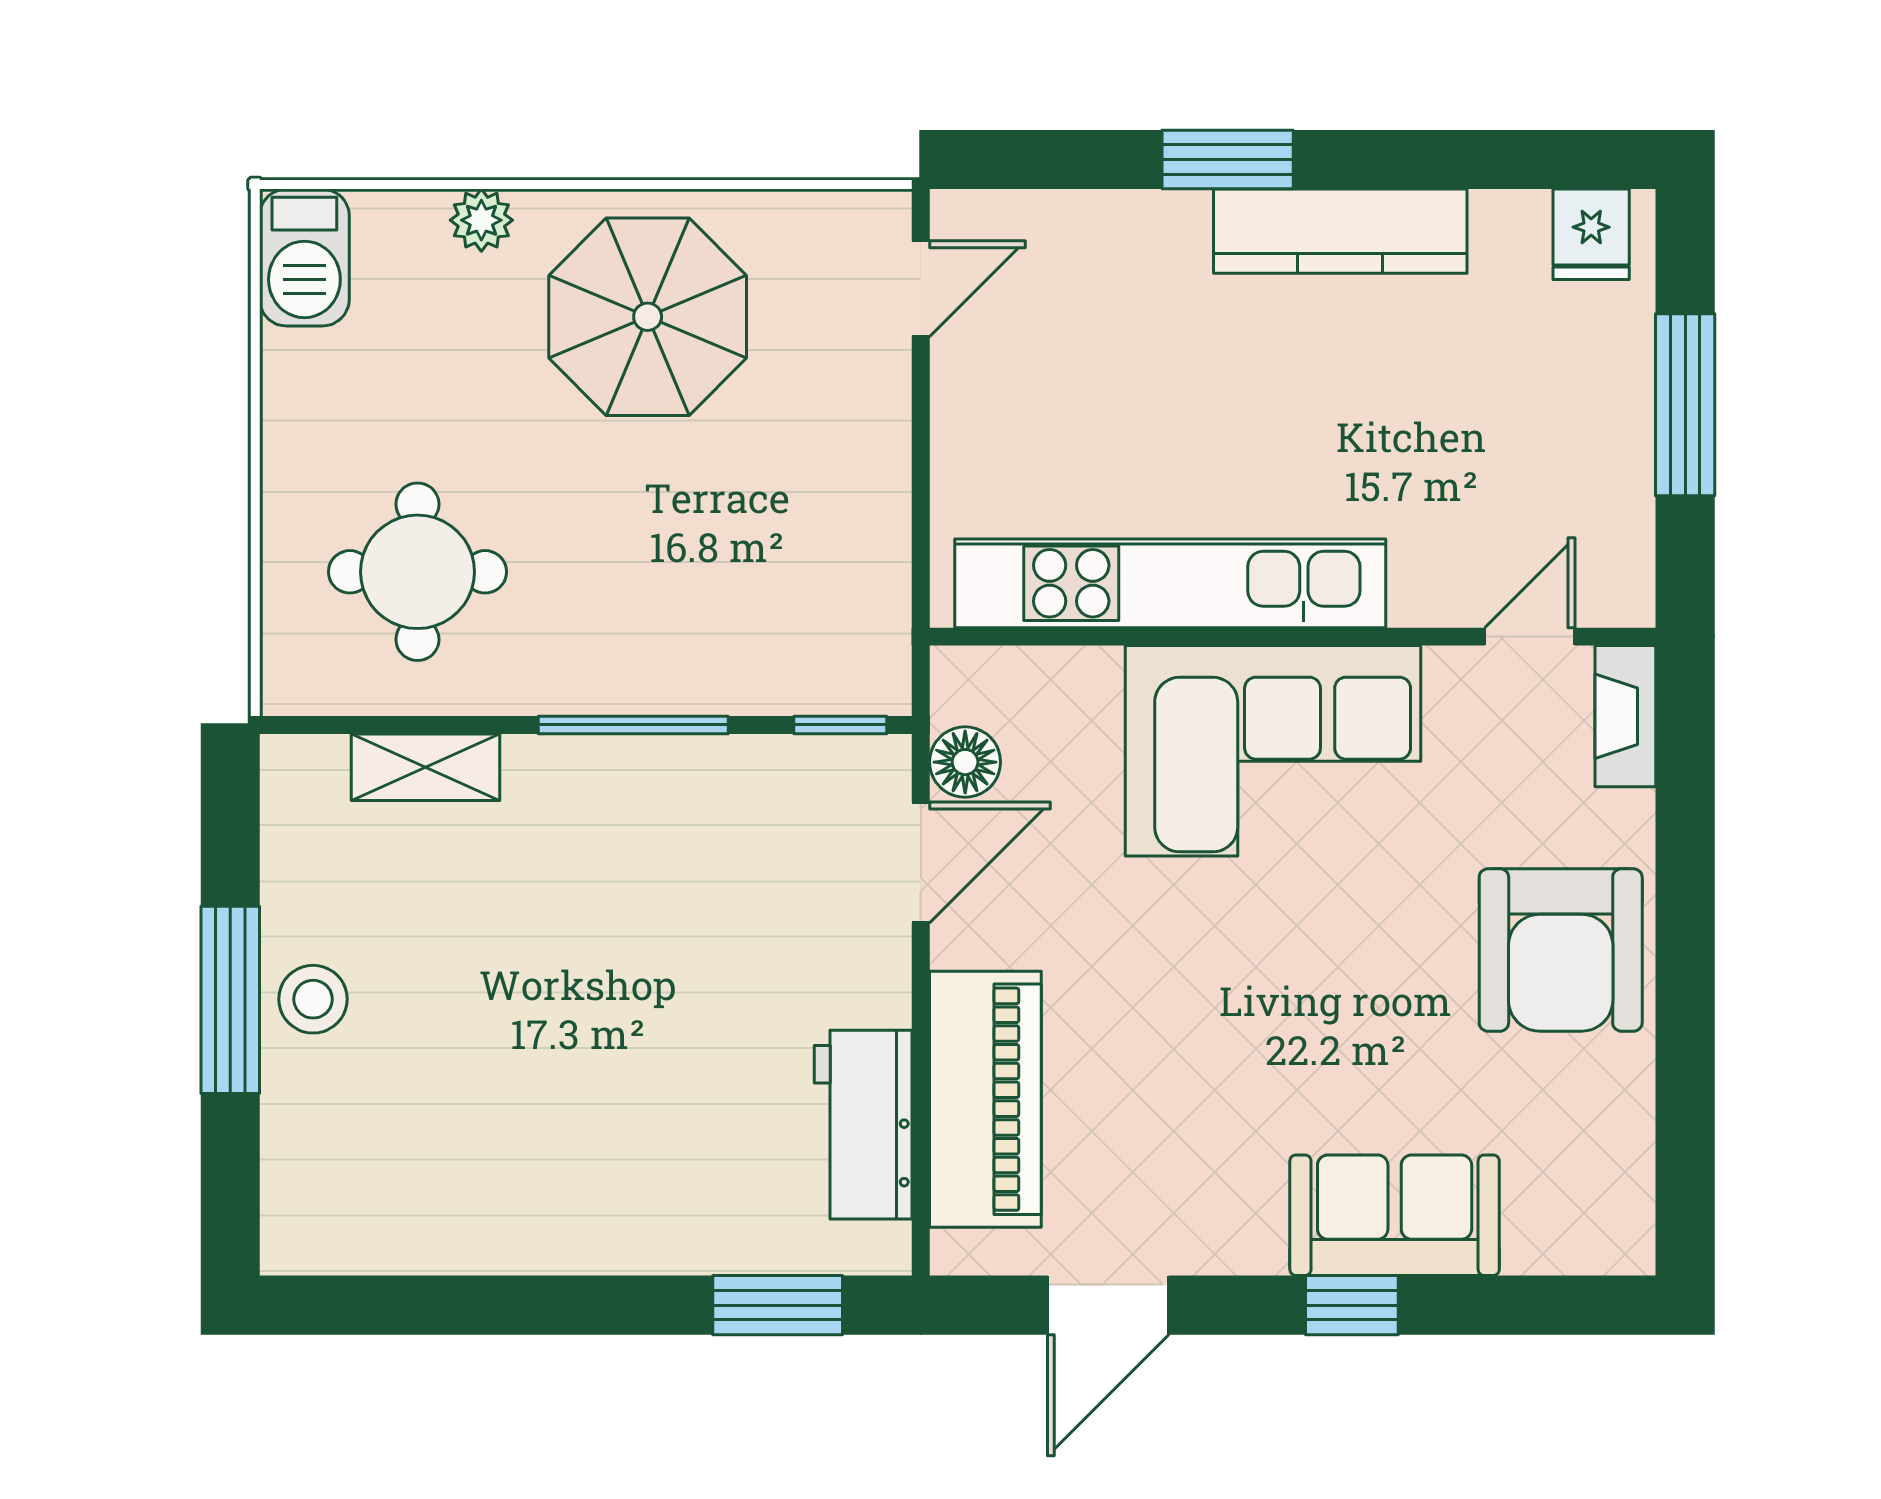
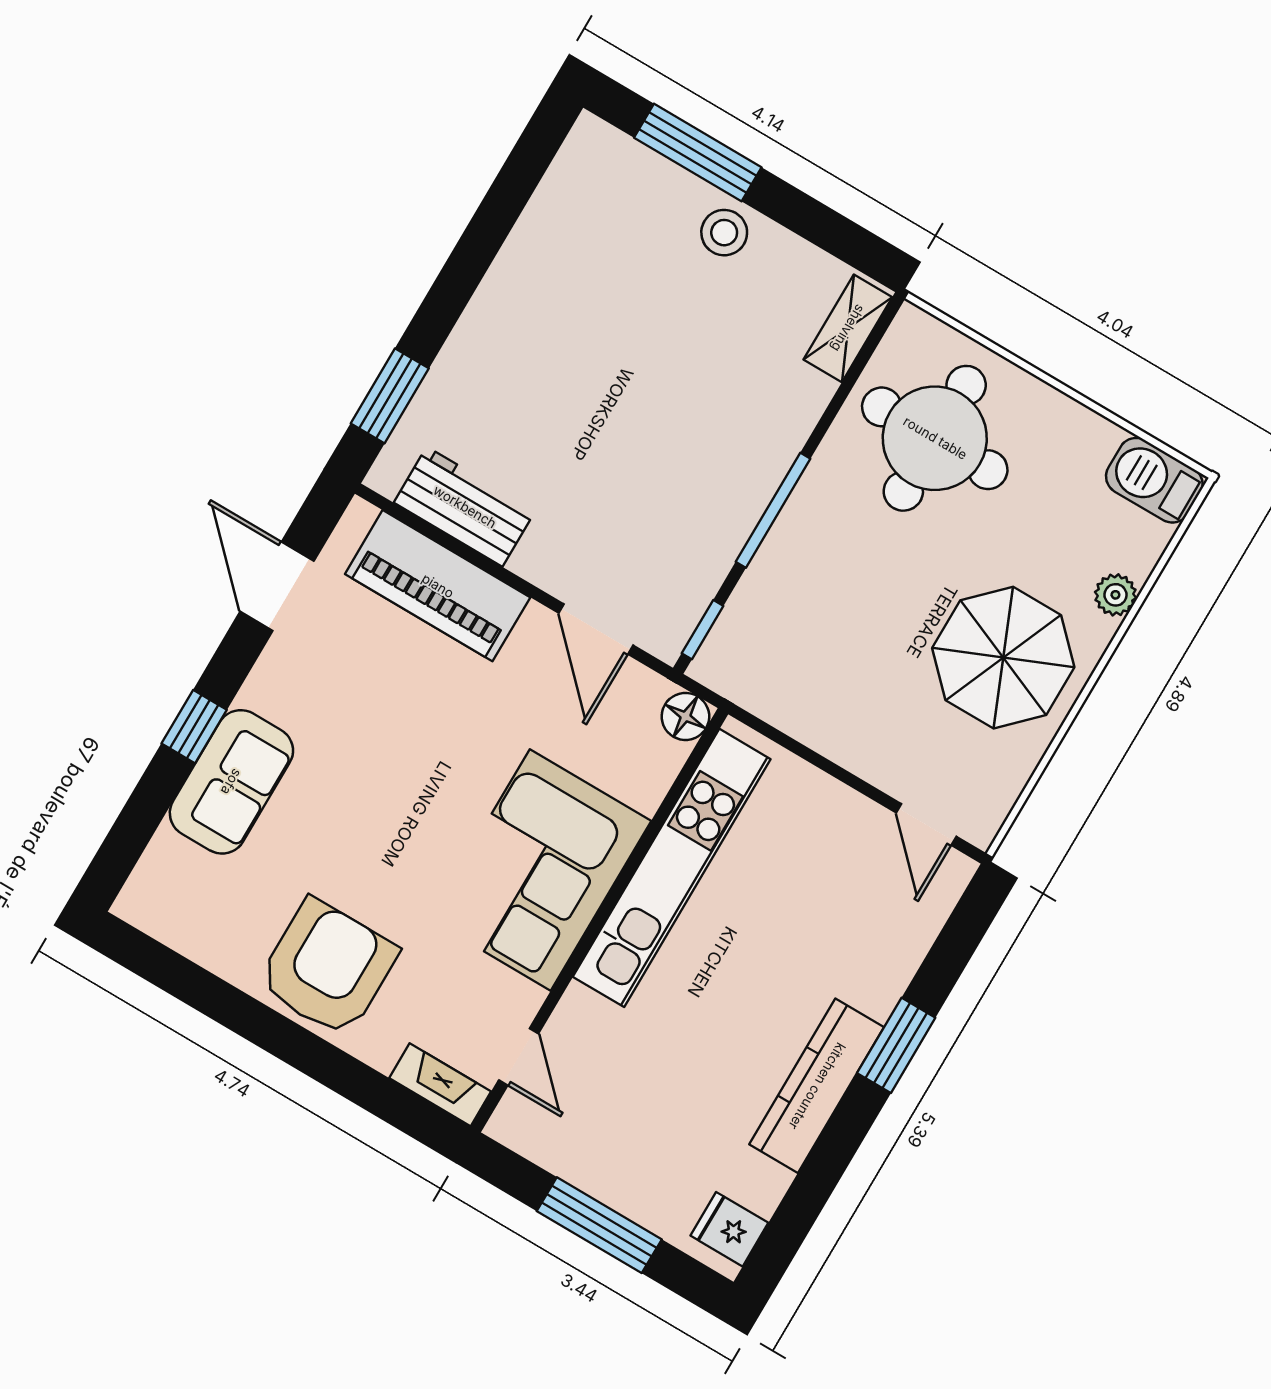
round table: (417, 572) -> (935, 438), width x1.36, depth x1.36
floor lamp: (965, 762) -> (685, 716), moved
shelving: (425, 767) -> (848, 328), moved
armchair: (1561, 950) -> (328, 968), turned 90
window: (230, 1000) -> (698, 153), moved

